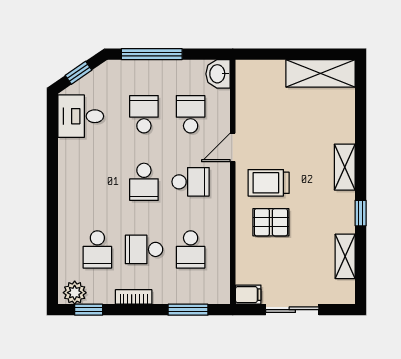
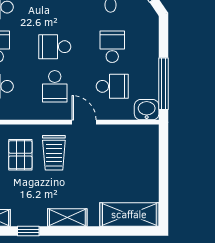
window: (152, 54) -> (163, 84), moved
shelving: (321, 73) -> (129, 214), moved, turned 90
school desk: (144, 114) -> (112, 47), turned -90
trolley: (269, 183) -> (54, 153), turned 180

